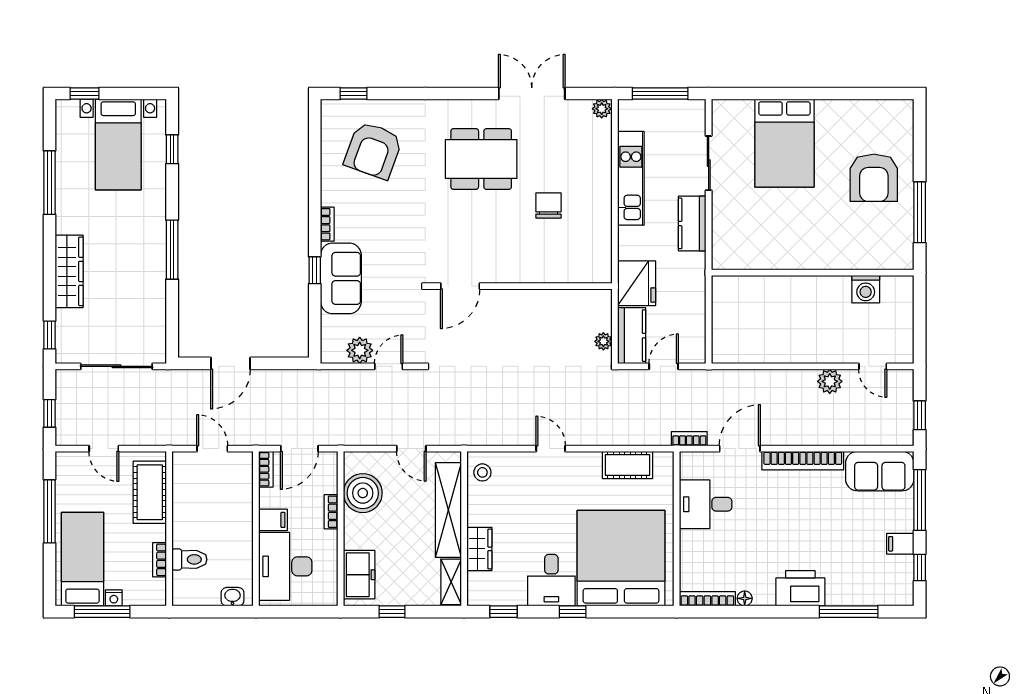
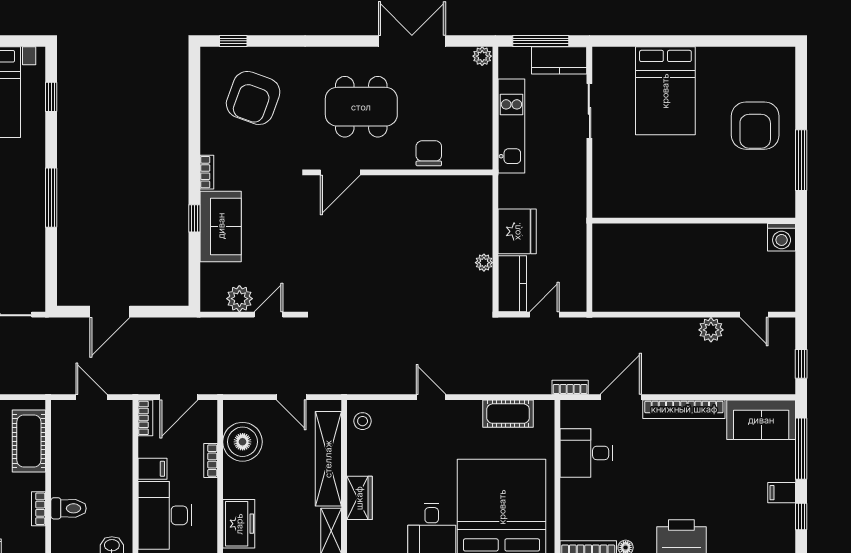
kitchen counter: (692, 223) -> (559, 60), moved, turned -90
door: (460, 286) -> (340, 172), moved
wall: (520, 286) -> (400, 172), moved
washing machine: (866, 289) -> (782, 237), moved
plant: (603, 341) -> (484, 263), moved

